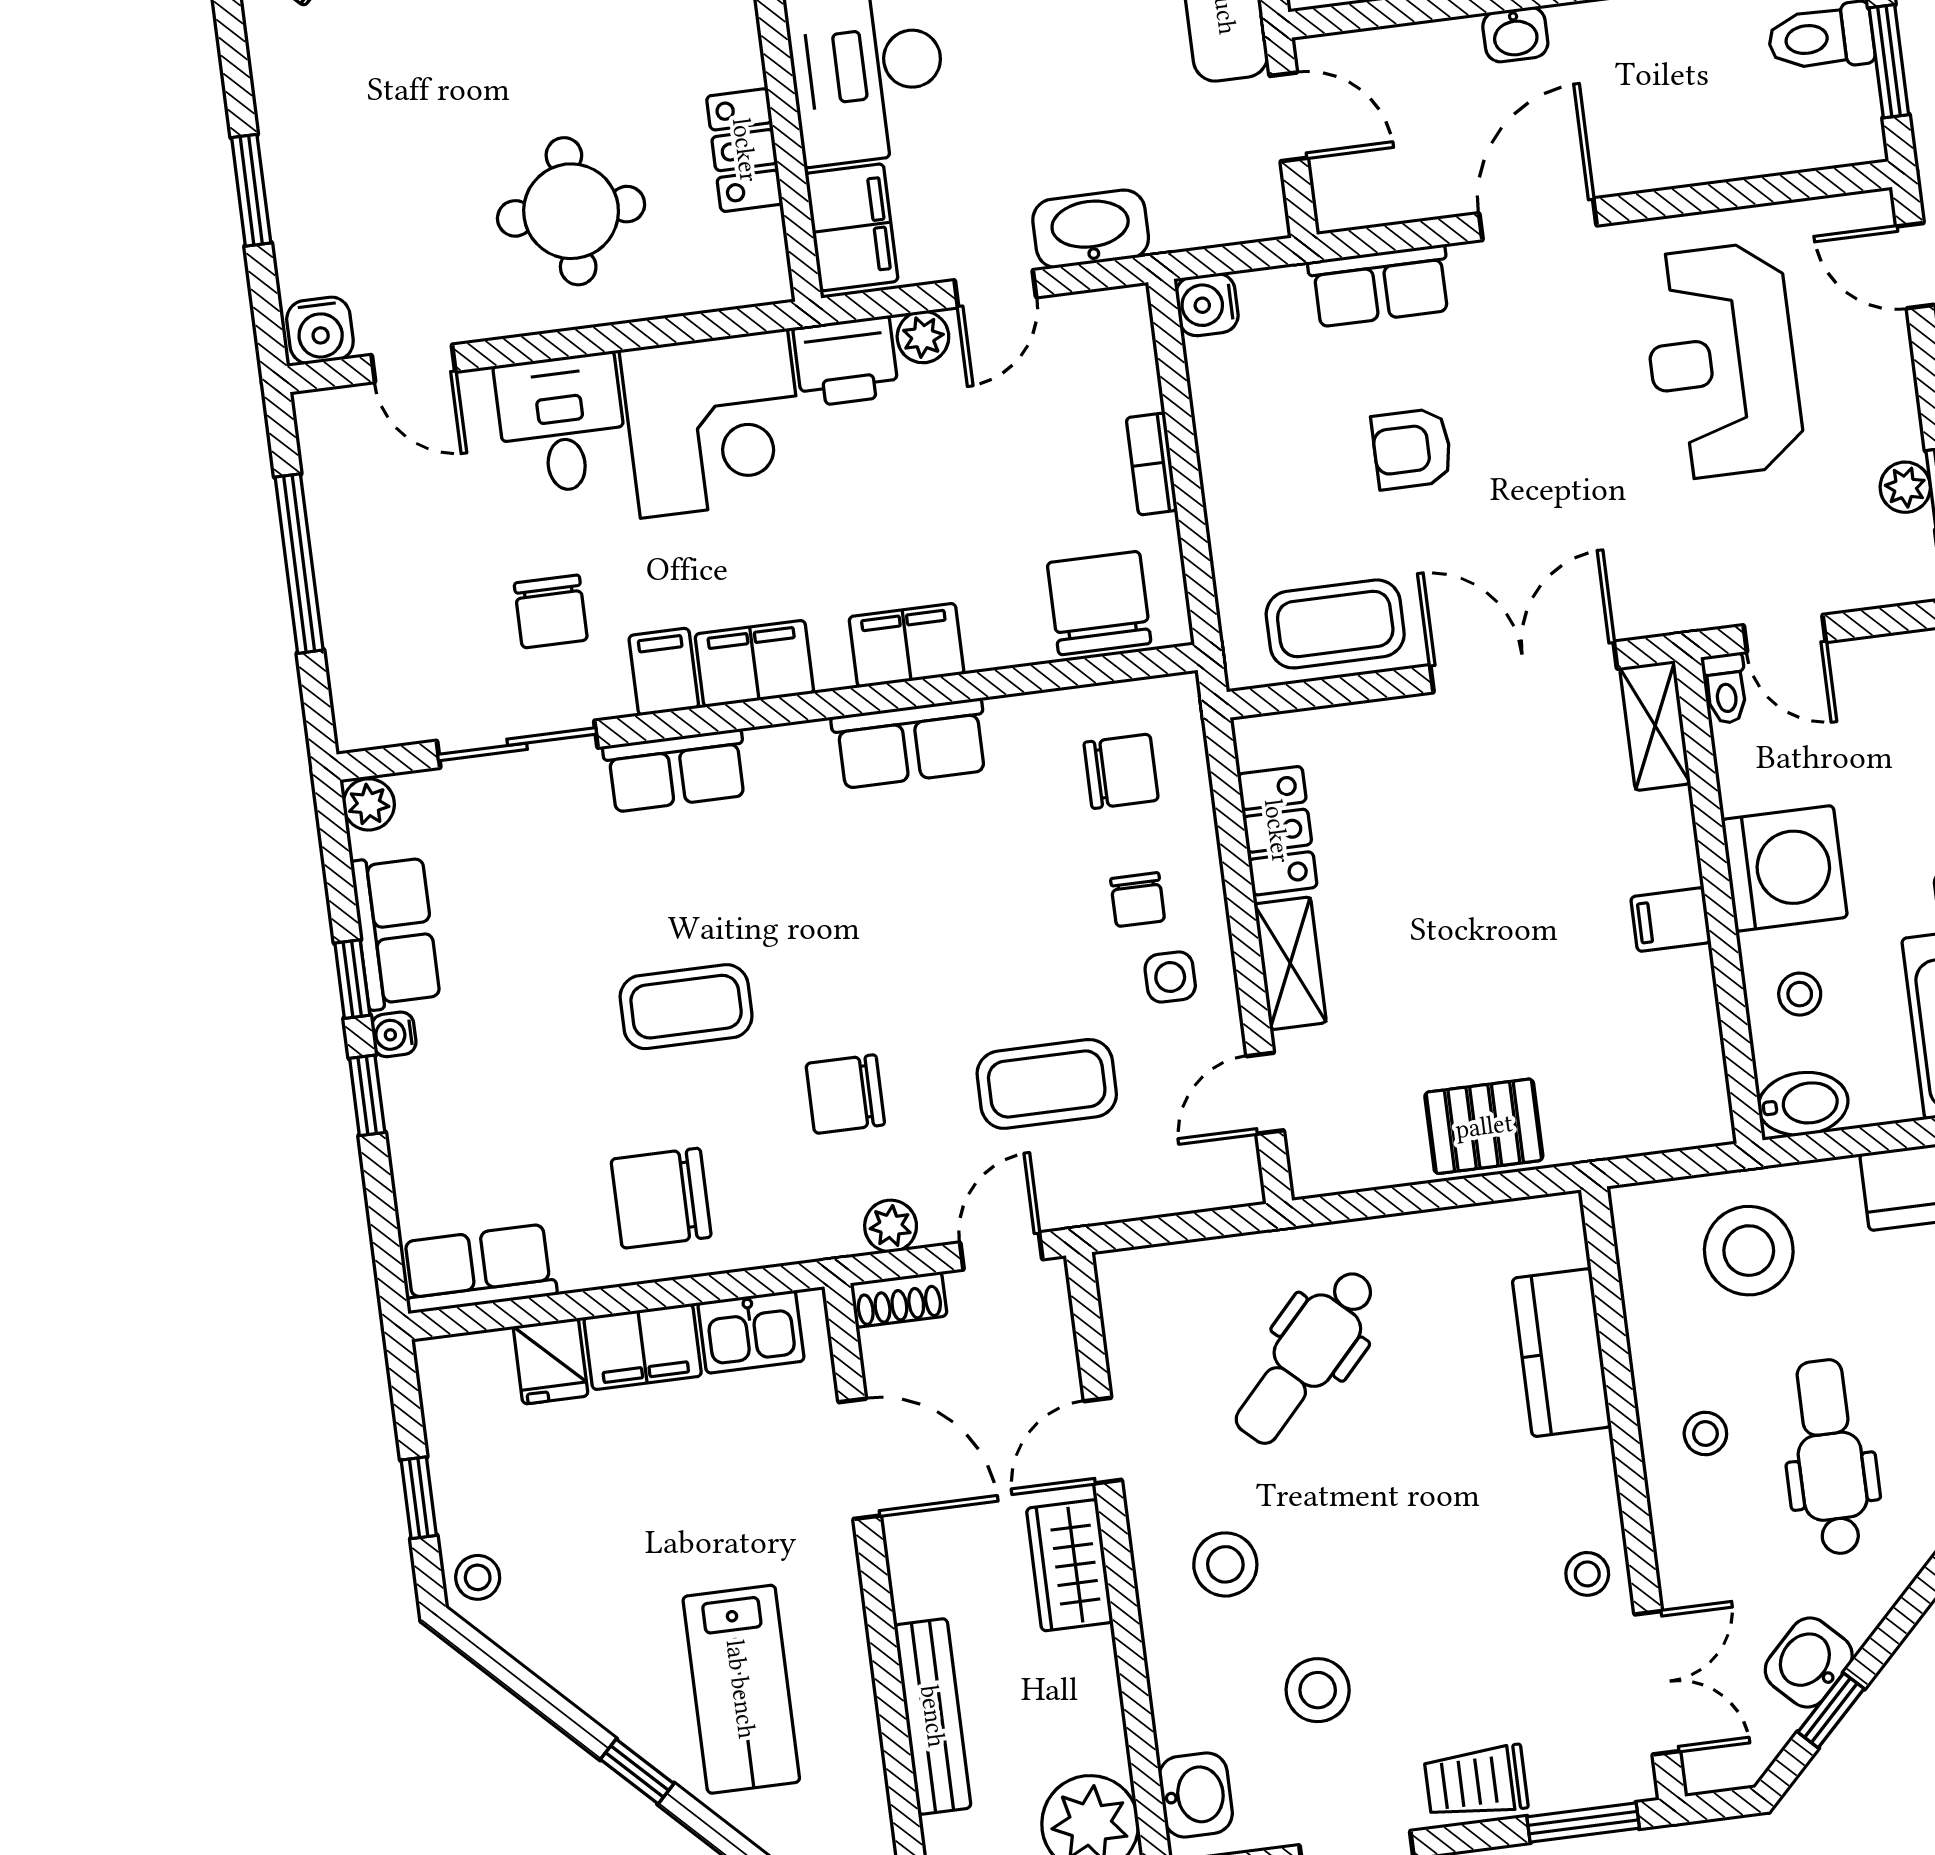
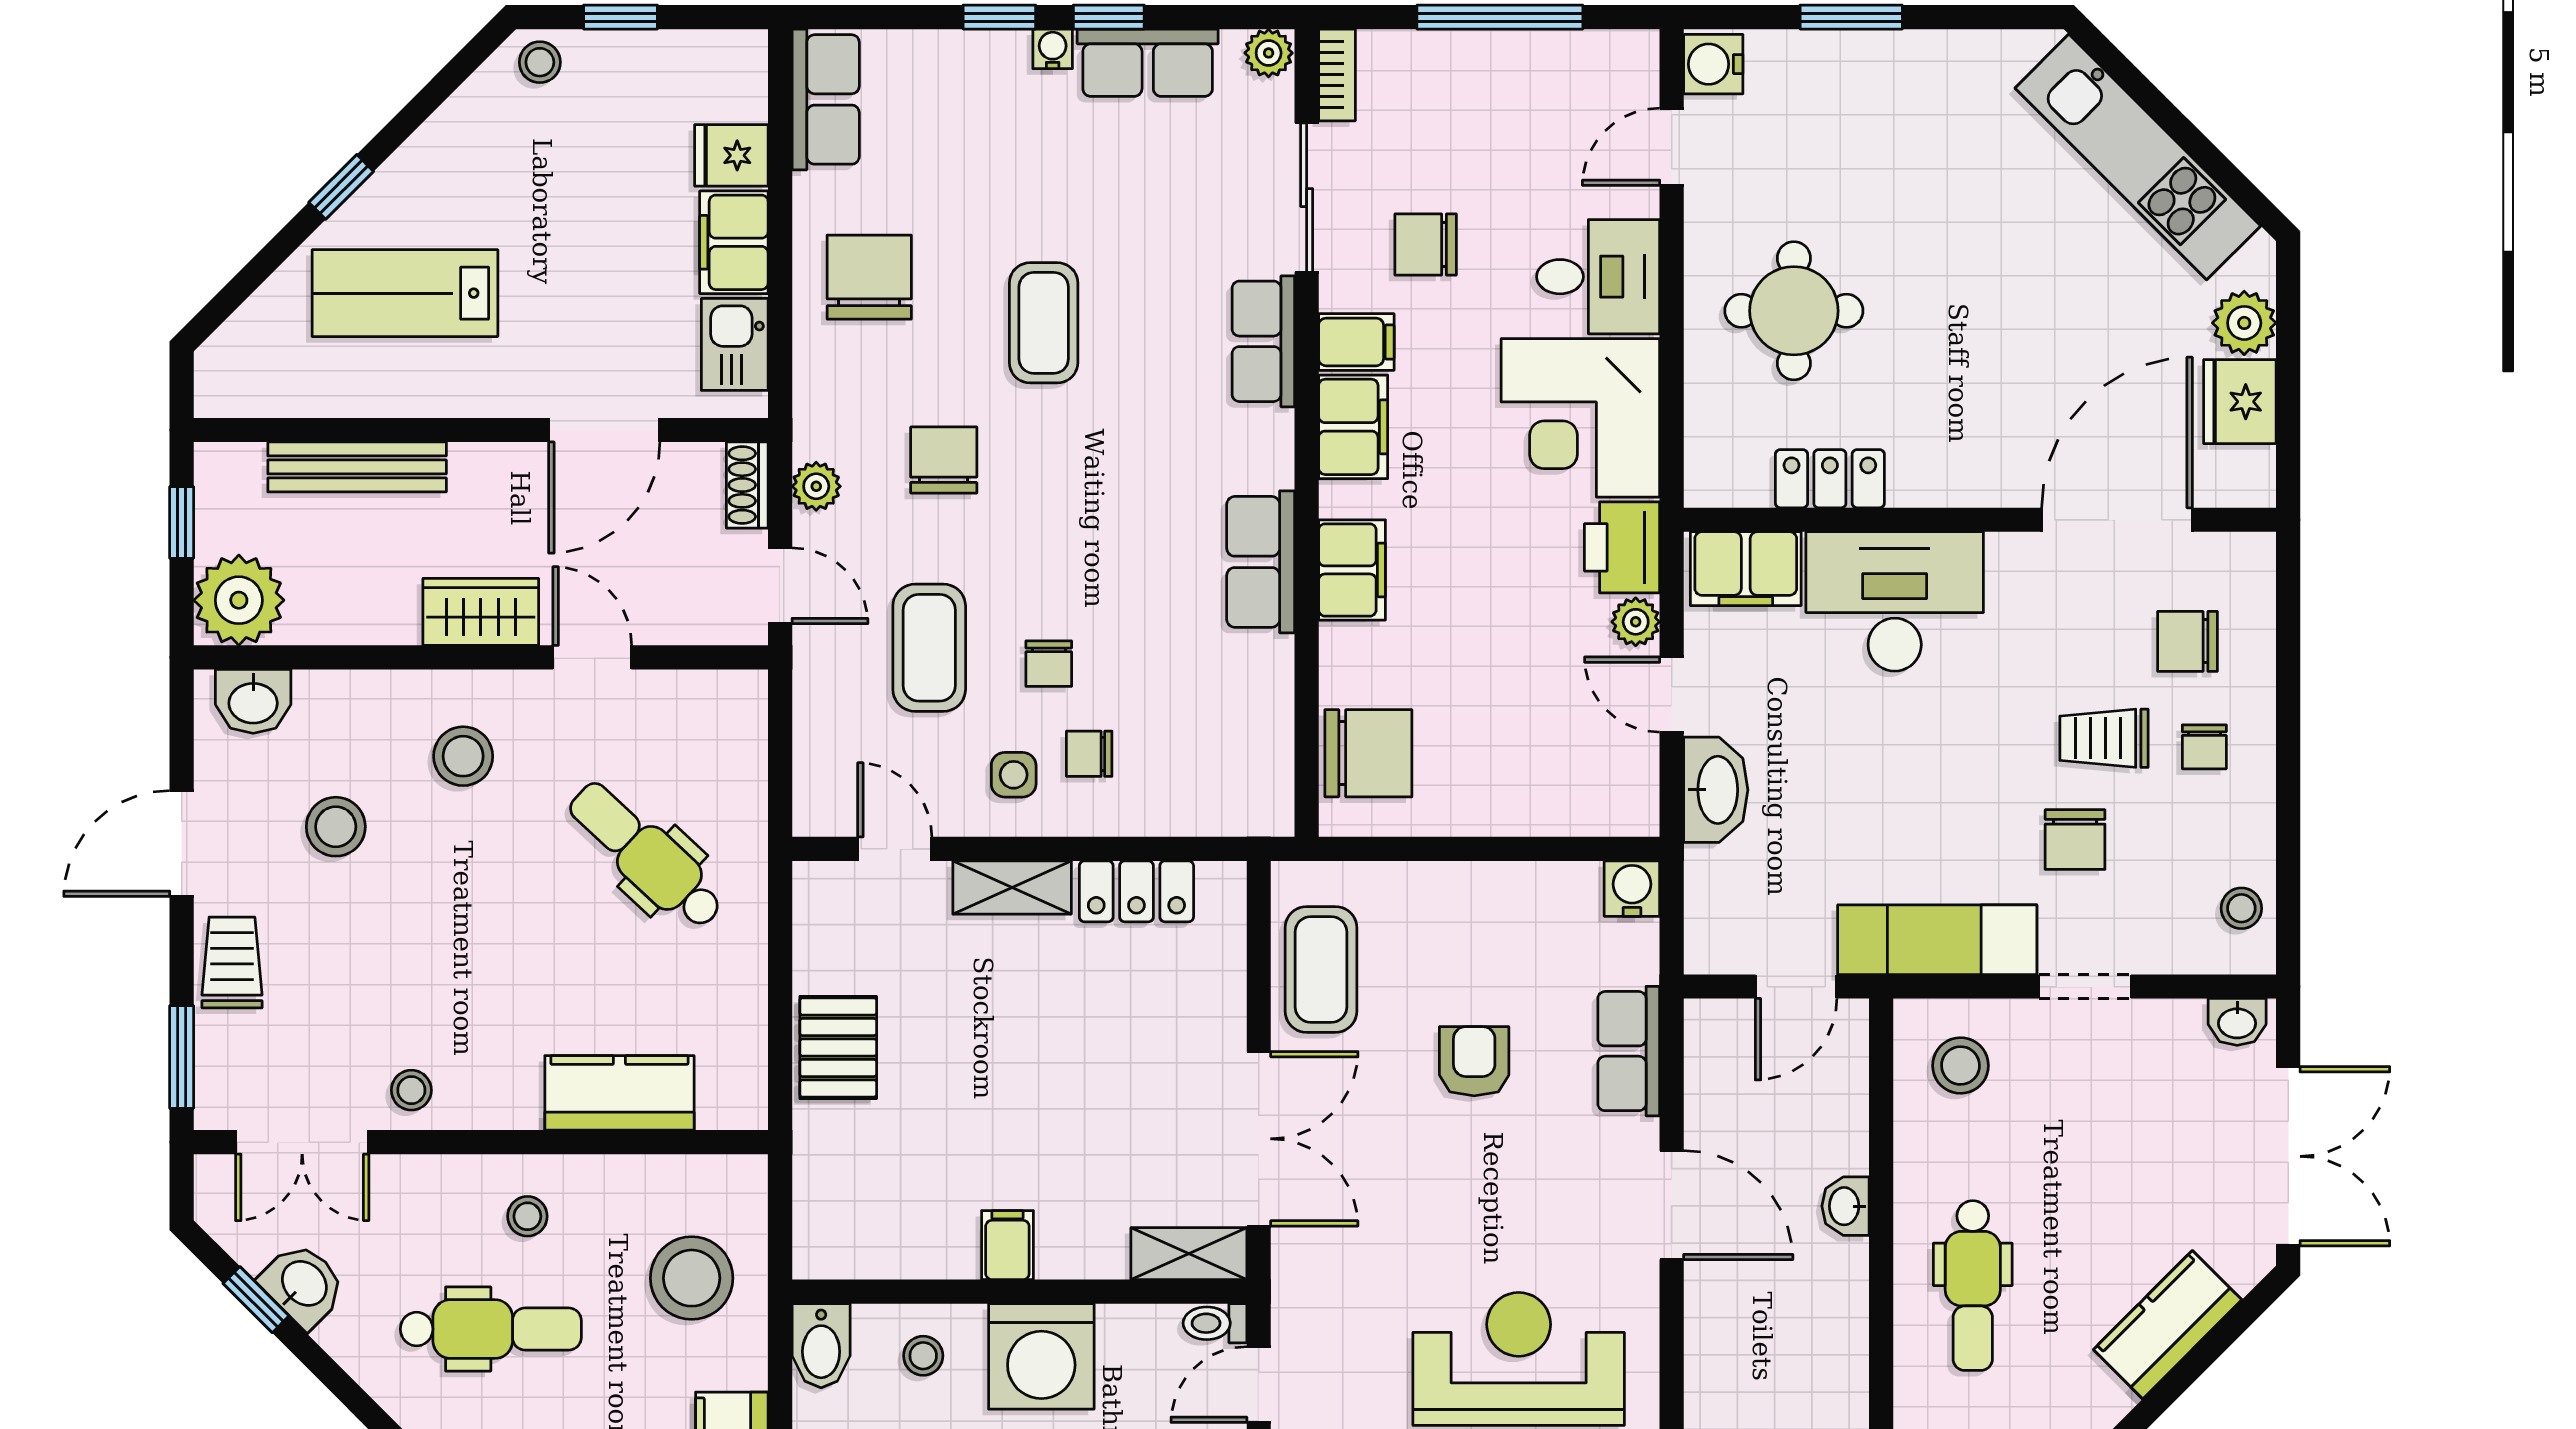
bookcase: (1152, 464) -> (1337, 75), moved, turned 90
chair: (1121, 771) -> (1049, 664), moved, width x0.73, depth x0.73

